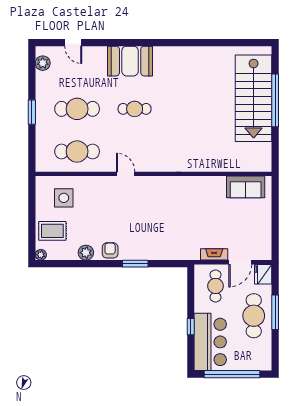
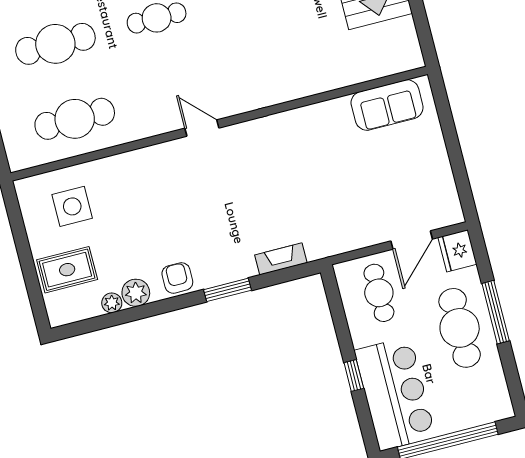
door: (126, 174) -> (202, 128), moved
fireplace: (214, 254) -> (281, 259), moved
plant: (41, 255) -> (112, 303), moved

